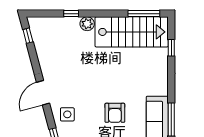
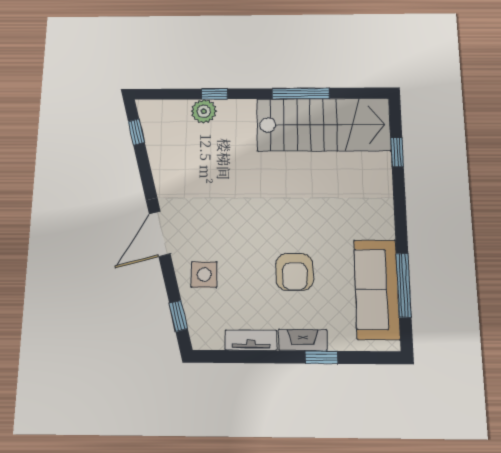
window: (144, 14) -> (301, 93), moved
plant: (87, 24) -> (204, 111), moved

